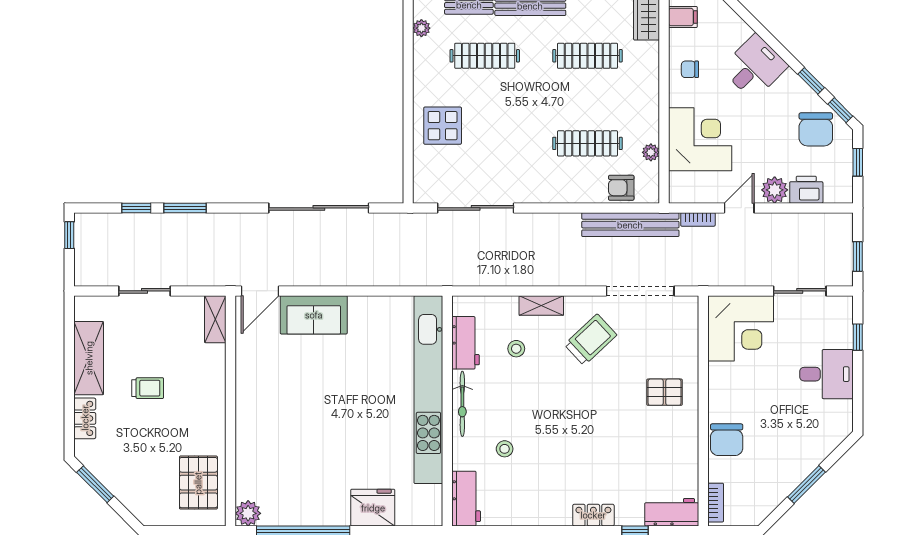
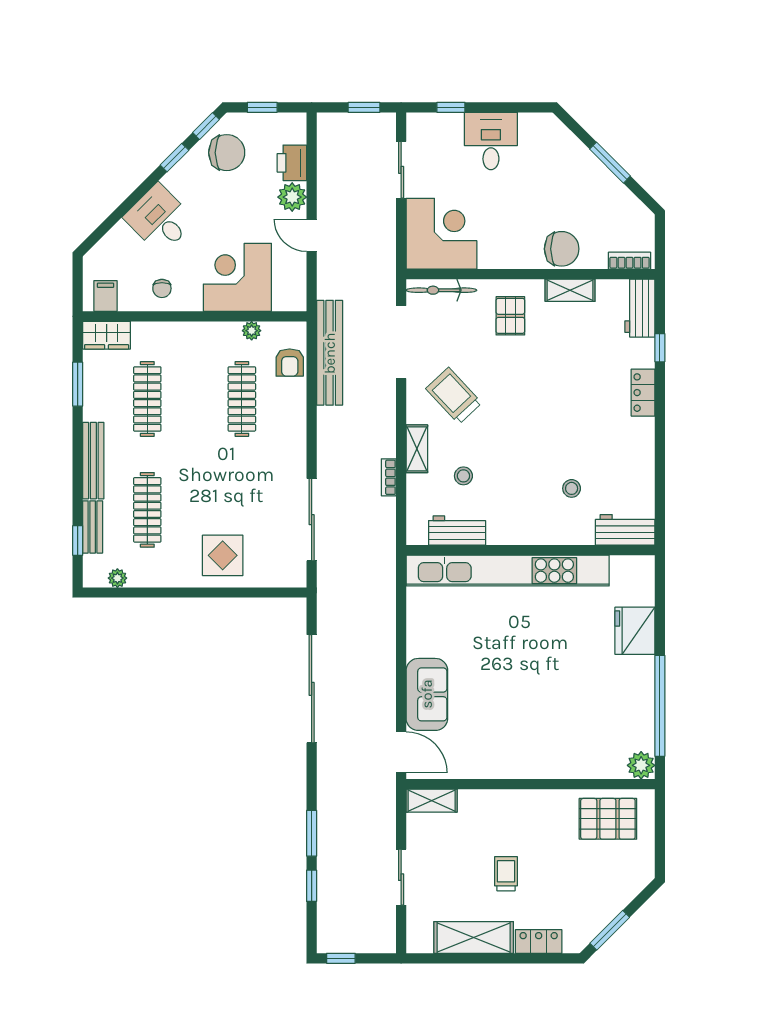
bookcase: (698, 219) -> (389, 477), moved, turned 180
bicycle: (462, 404) -> (441, 290), moved, turned 180
shelving: (688, 447) -> (570, 290), added

